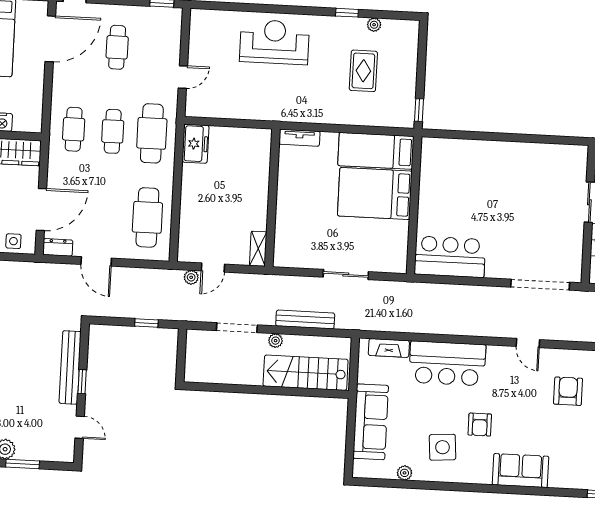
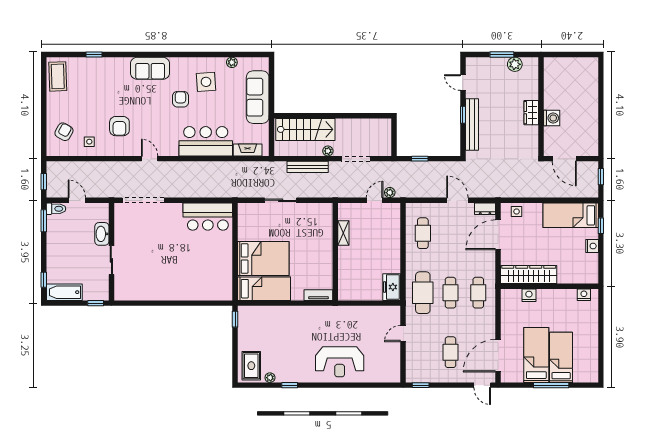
rug: (363, 71) -> (251, 366), moved
cafe table: (147, 217) -> (423, 233), width x0.73, depth x0.74
shelving: (258, 249) -> (343, 233), moved

